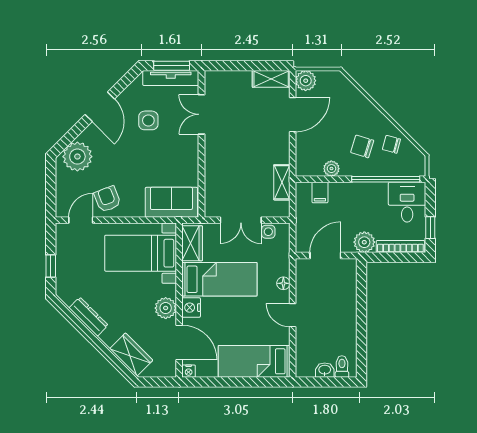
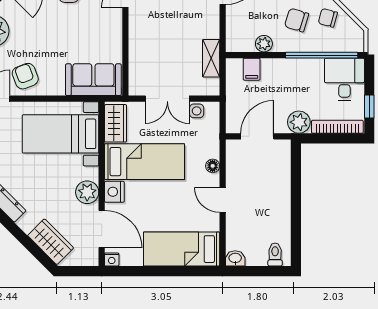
washbasin: (325, 370) -> (235, 258), moved

